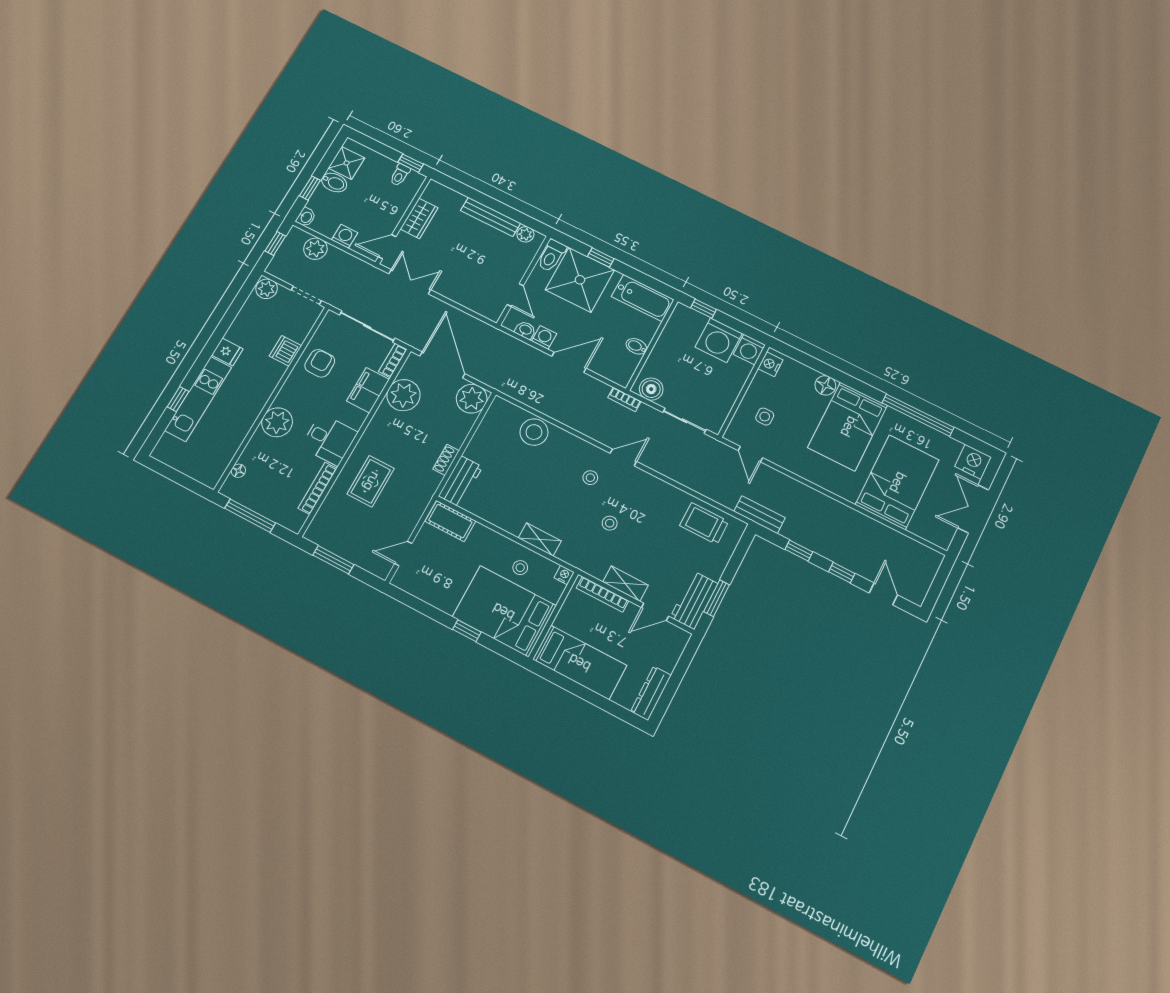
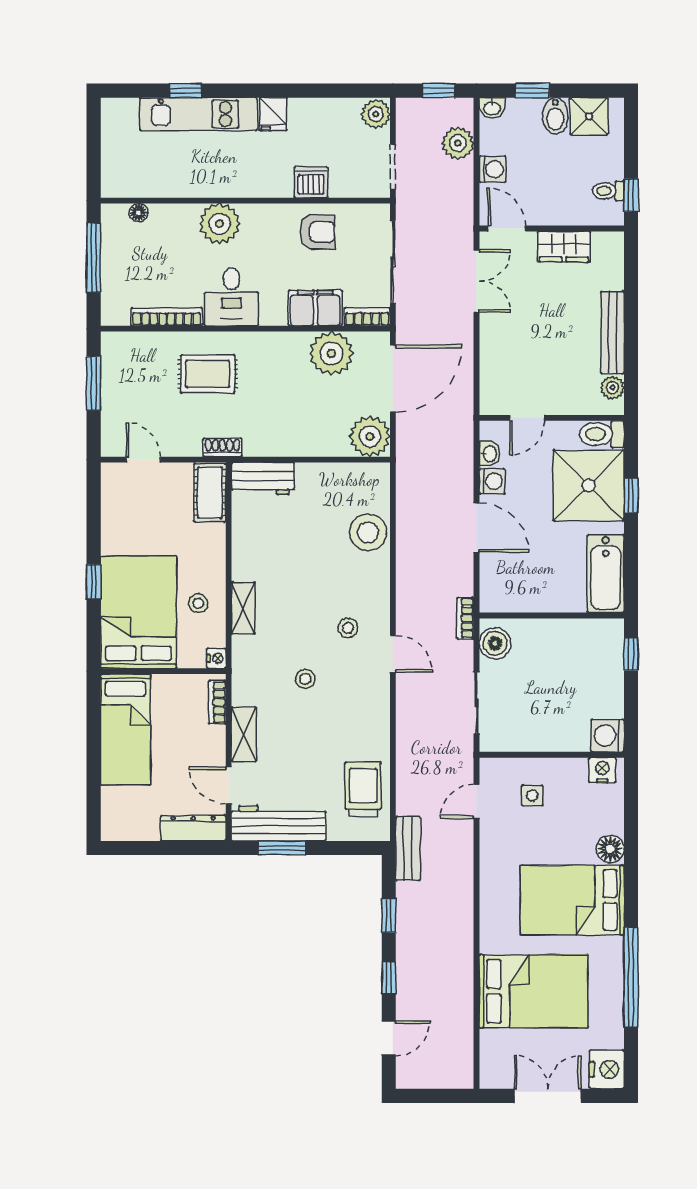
washing machine: (719, 340) -> (600, 693), removed
bidet: (636, 346) -> (540, 598), removed
shoe rack: (446, 460) -> (222, 447), moved
bookcase: (602, 594) -> (217, 702), width x0.64
workbench: (694, 600) -> (279, 823), width x1.38
dresser: (651, 693) -> (193, 828), moved

